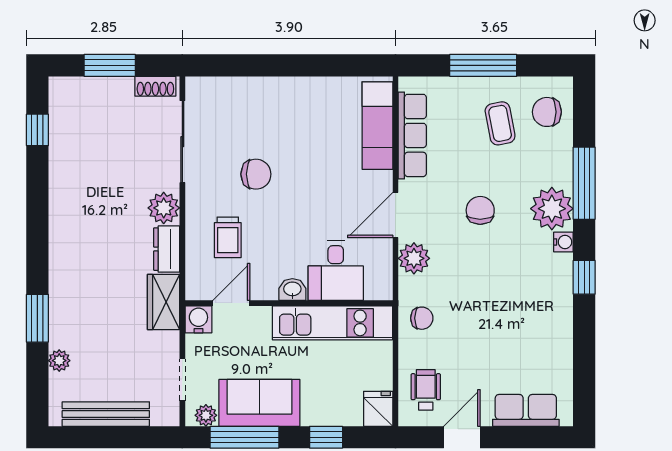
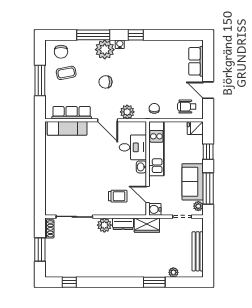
chair: (256, 174) -> (89, 183), removed

